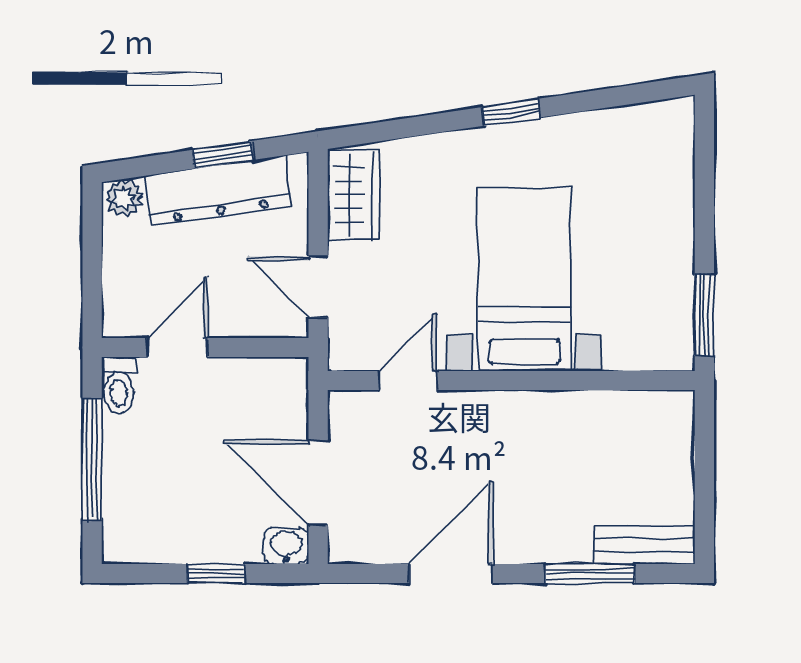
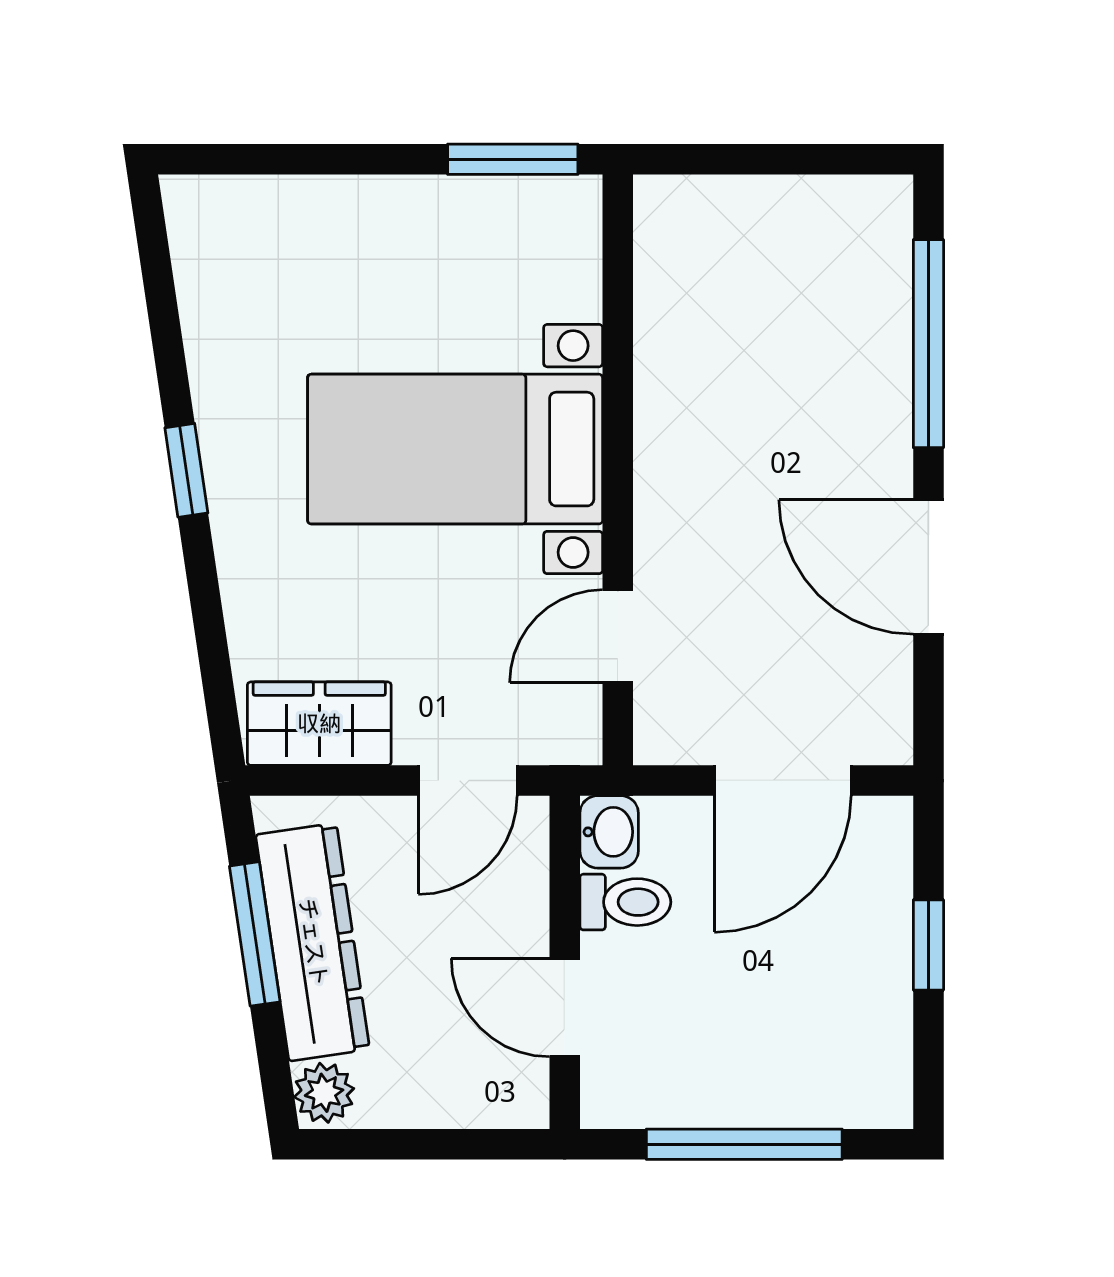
window: (223, 155) -> (255, 934), width x1.50
door: (408, 380) -> (618, 636), hinge flipped
toilet: (119, 385) -> (625, 902), moved
bench: (645, 545) -> (882, 255), removed
washbasin: (286, 546) -> (609, 832), moved, turned 180
window: (590, 574) -> (928, 344), width x1.44

